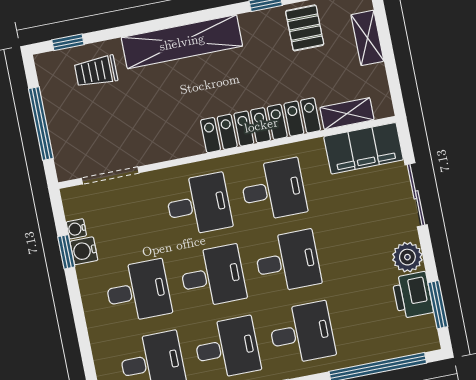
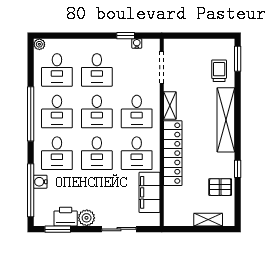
window: (68, 42) -> (238, 59), width x1.50
shelving: (347, 114) -> (170, 106), moved
window: (41, 124) -> (197, 36), removed
filing cabinet: (364, 148) -> (149, 192), moved
water cooler: (84, 251) -> (40, 182), moved, turned -90

